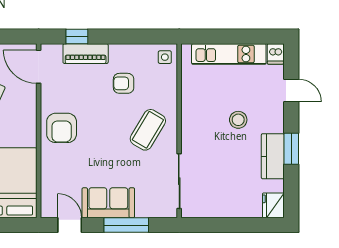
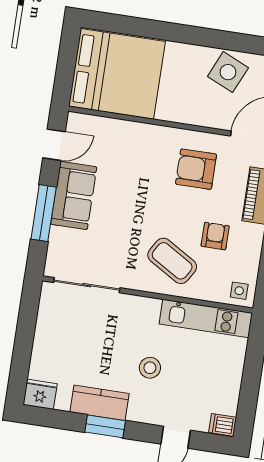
kitchen unit: (229, 54) -> (206, 318), moved, turned -90
armchair: (62, 128) -> (196, 169), moved
coffee table: (148, 130) -> (172, 261), moved

